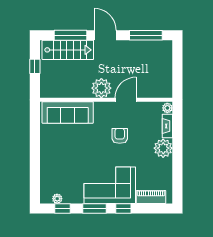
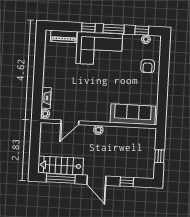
window: (71, 35) -> (127, 182), width x0.46
stairs: (68, 50) -> (61, 166), moved
plant: (101, 88) -> (98, 130), width x0.53, depth x0.53
door: (126, 100) -> (70, 122), moved
armchair: (120, 136) -> (148, 66), moved
plant: (163, 148) -> (51, 79), removed

